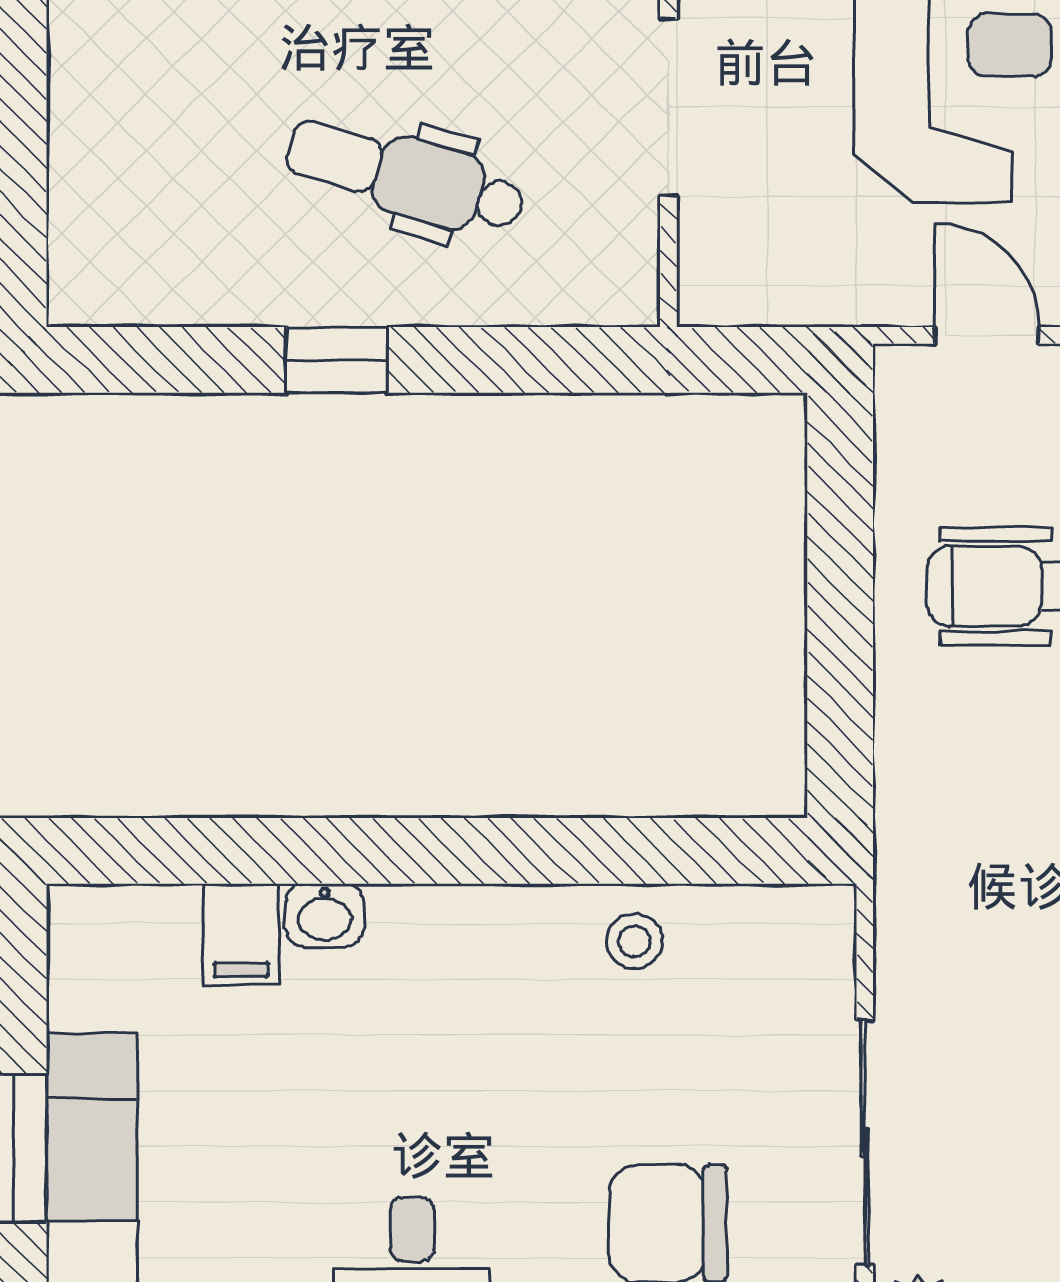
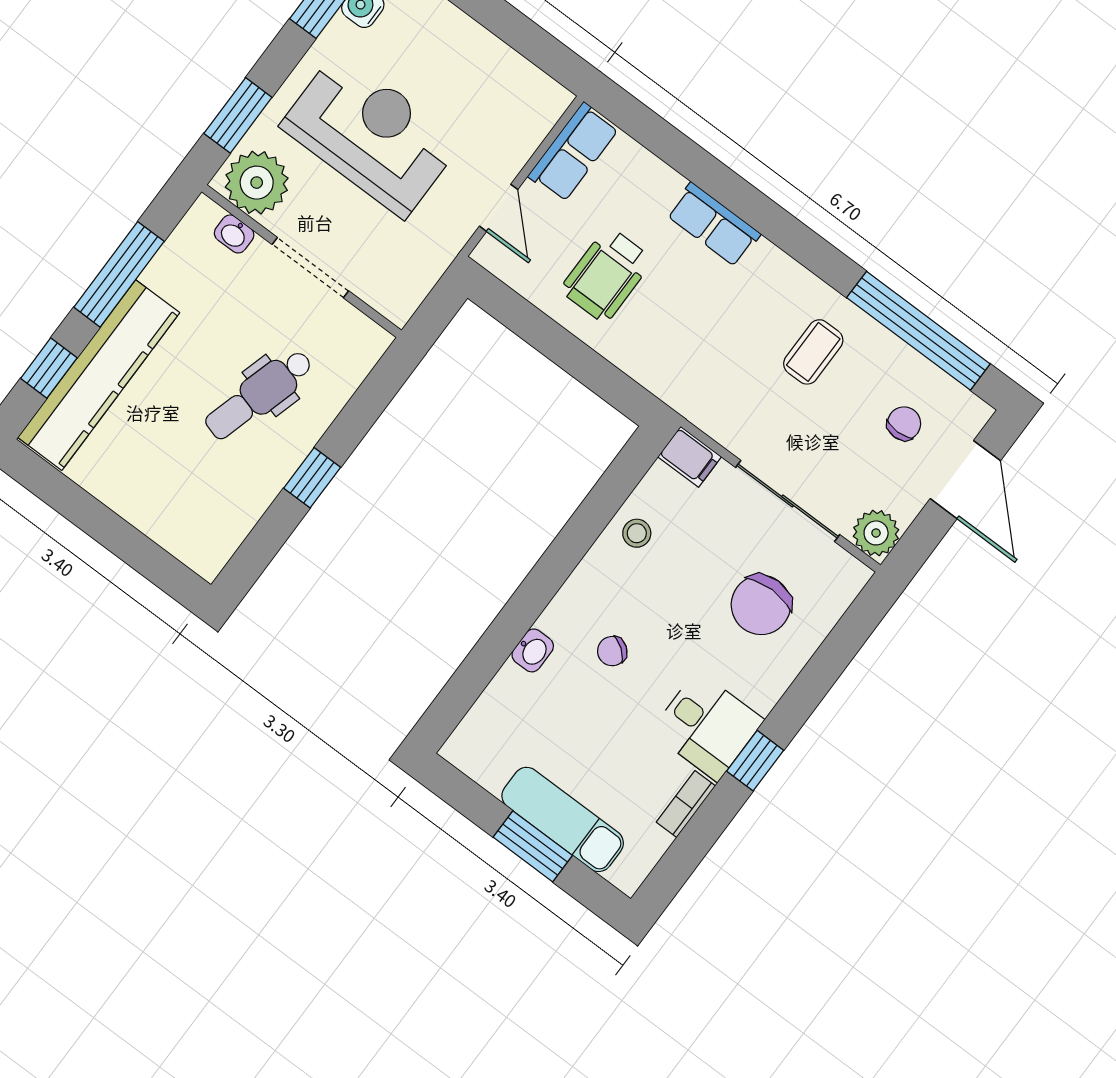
door: (987, 335) -> (499, 208), swing flipped
filing cabinet: (241, 934) -> (690, 457), moved
chair: (418, 1042) -> (612, 651), added

